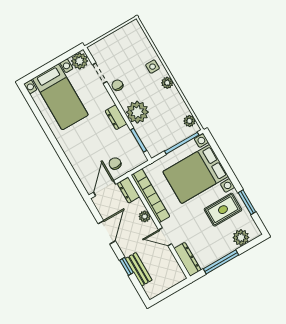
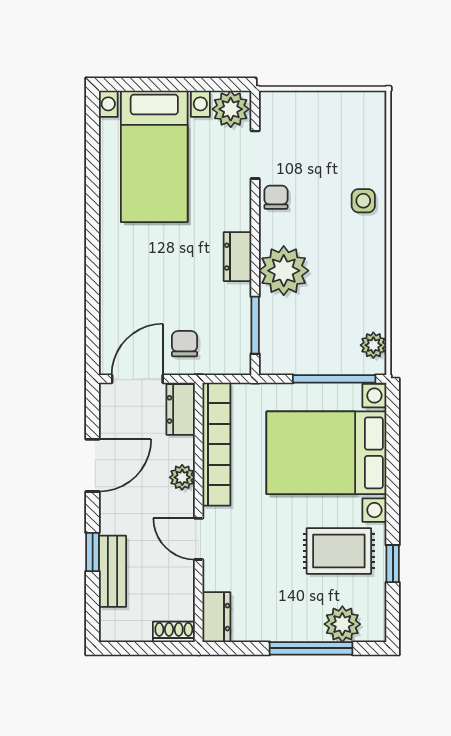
plant: (167, 83) -> (373, 248), removed
window: (247, 202) -> (393, 564), width x0.67
dresser: (188, 259) -> (216, 617), width x0.70
window: (221, 262) -> (311, 648), moved
shoe rack: (177, 279) -> (174, 632), added

